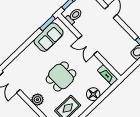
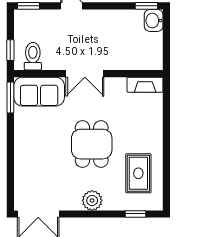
sofa: (49, 37) -> (39, 92), moved, turned 90
floor lamp: (93, 94) -> (152, 125), removed

